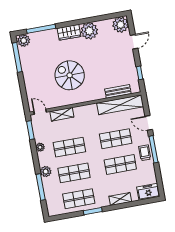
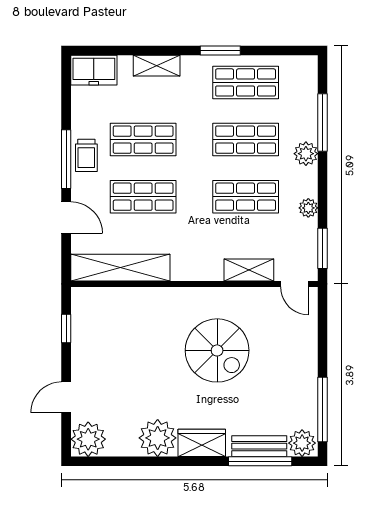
bench: (118, 91) -> (259, 446), moved

